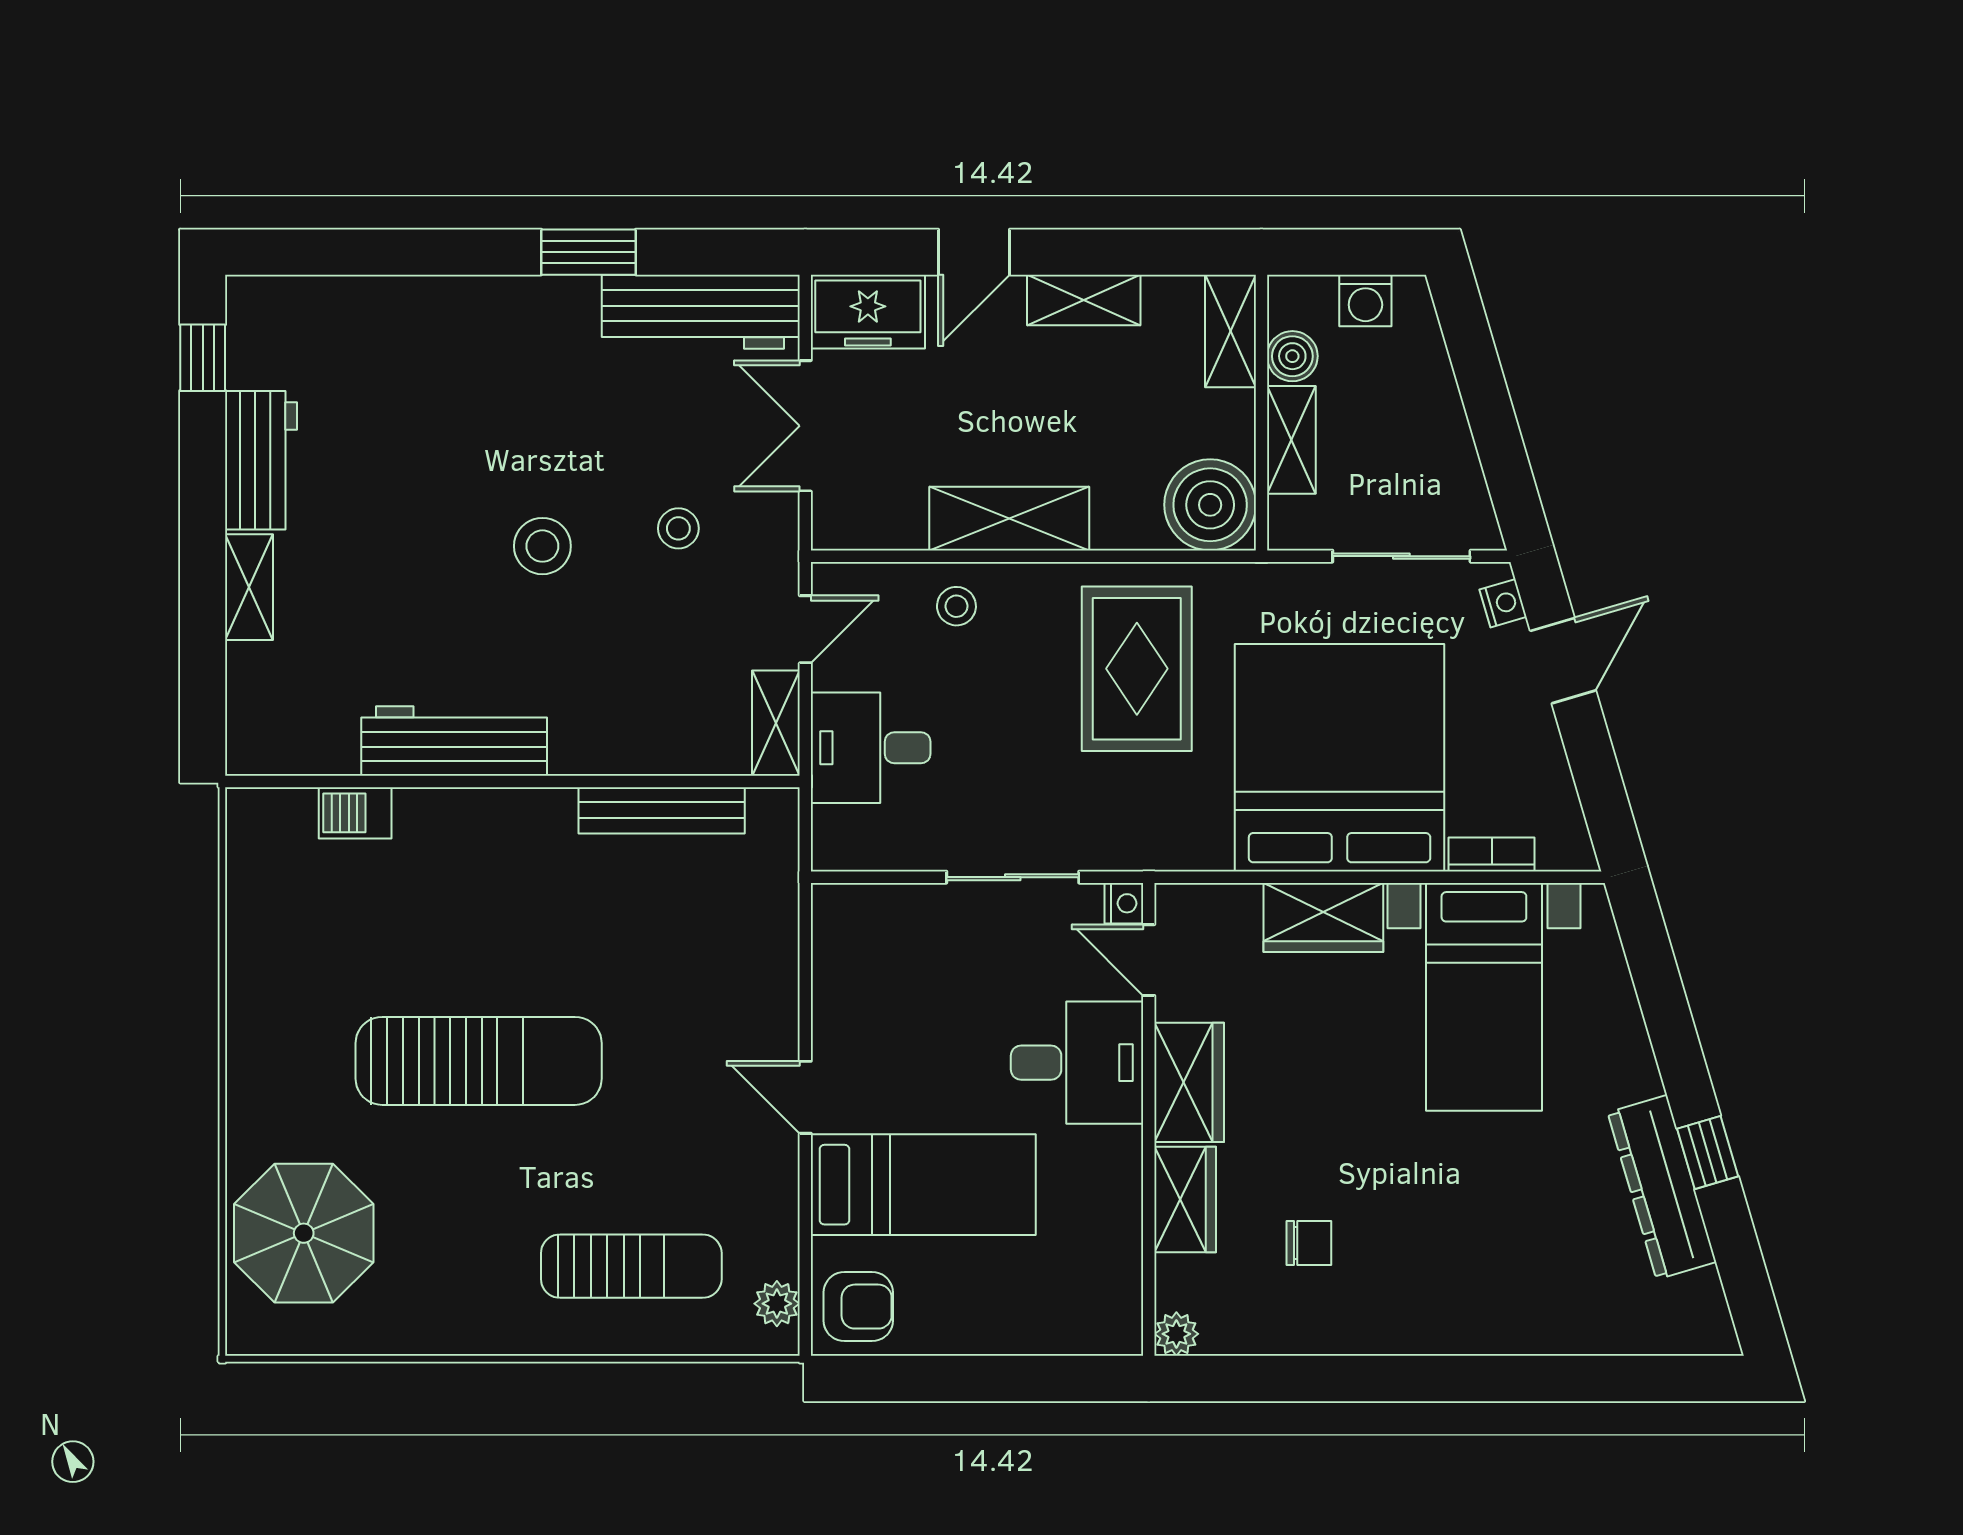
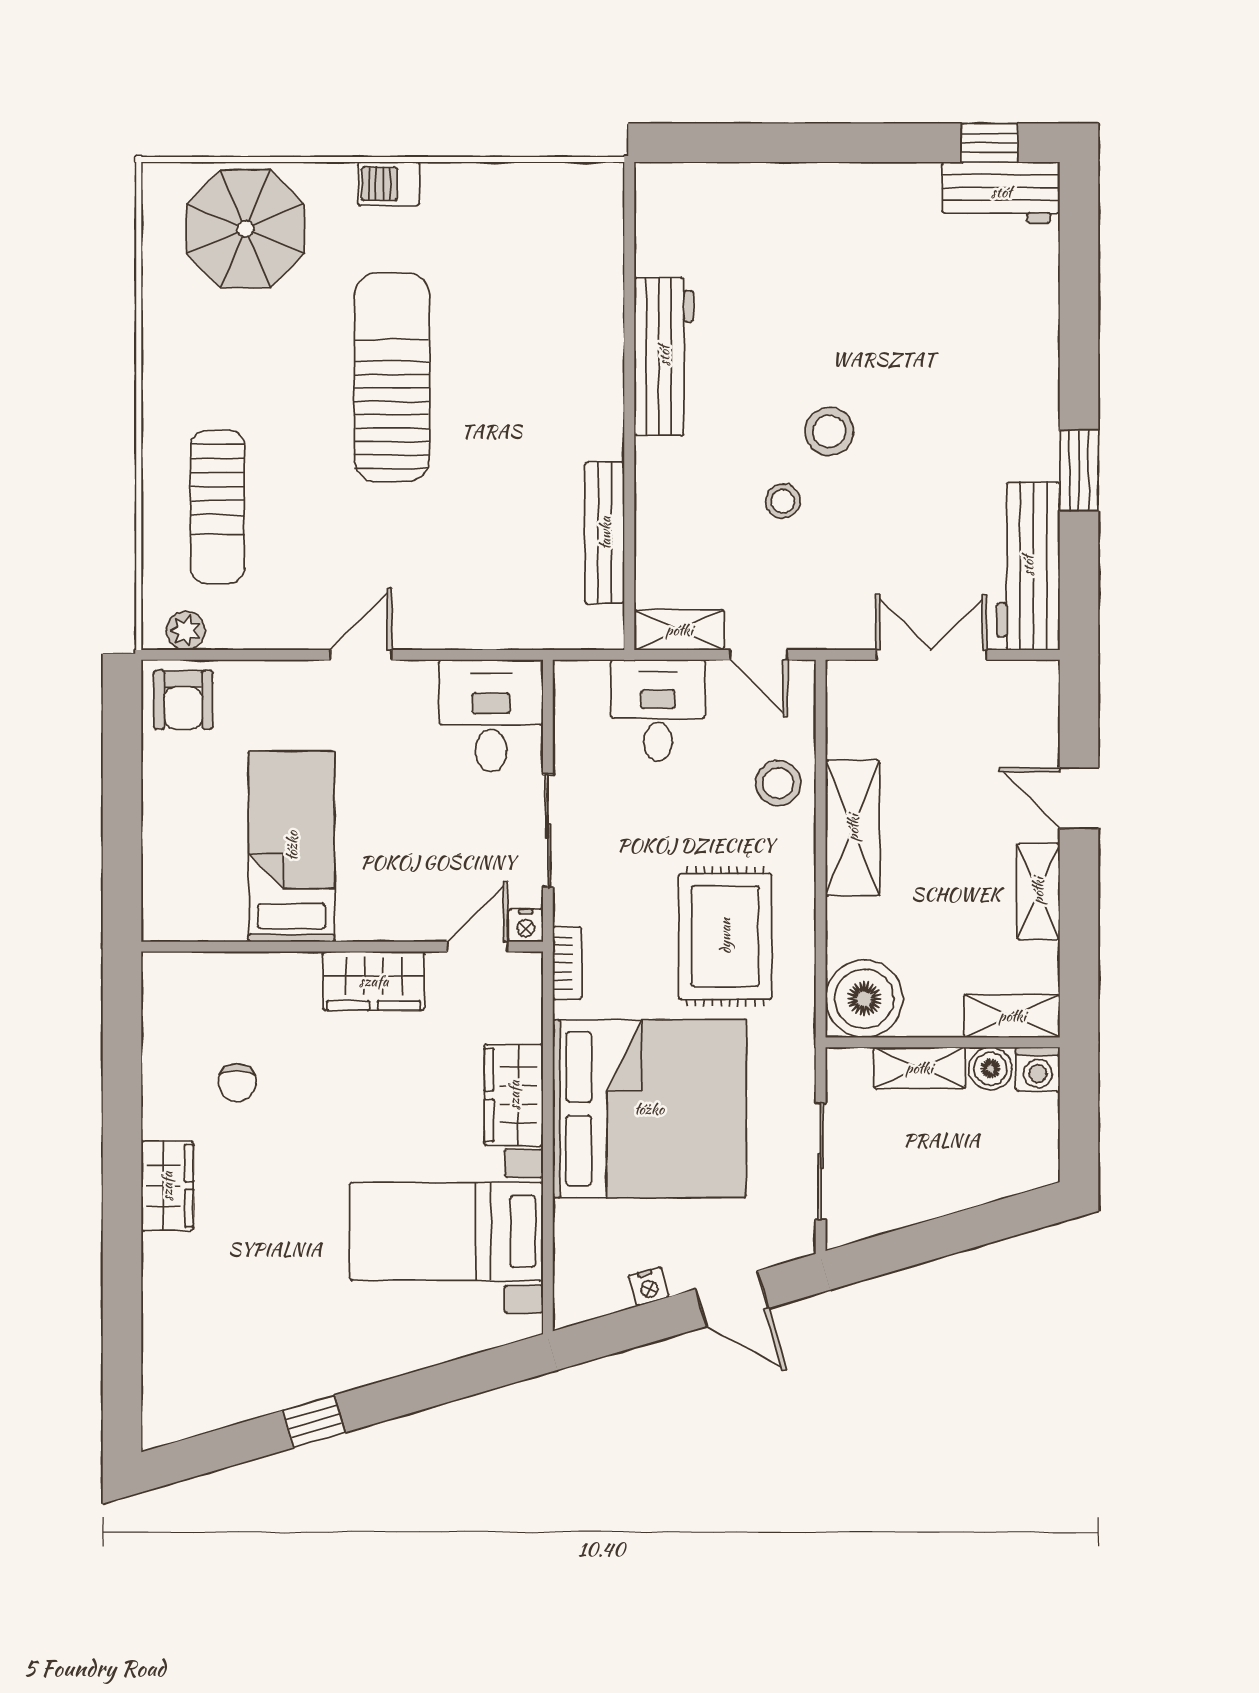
washing machine: (1365, 301) -> (1038, 1069), moved, turned -90
freezer: (868, 312) -> (1028, 708), removed
workbench: (261, 460) -> (1001, 192), moved
stool: (678, 528) -> (783, 501), moved
shelving: (249, 587) -> (794, 182), removed
nightstand: (1503, 603) -> (649, 1286), moved
stool: (956, 606) -> (778, 783), width x1.37, depth x1.37
rug: (1137, 669) -> (725, 936), turned 90
barbecue: (355, 813) -> (389, 184), moved, turned -90
bookcase: (1492, 854) -> (567, 963), moved
sun lounger: (479, 1061) -> (392, 377), turned 180
desk: (1077, 1063) -> (491, 716), moved, turned 180
bed: (923, 1185) -> (292, 846), moved, turned 180
dresser: (1662, 1187) -> (285, 1383), removed
wardrobe: (1185, 1199) -> (167, 1186), moved, turned -90
plant: (1176, 1334) -> (160, 970), removed

